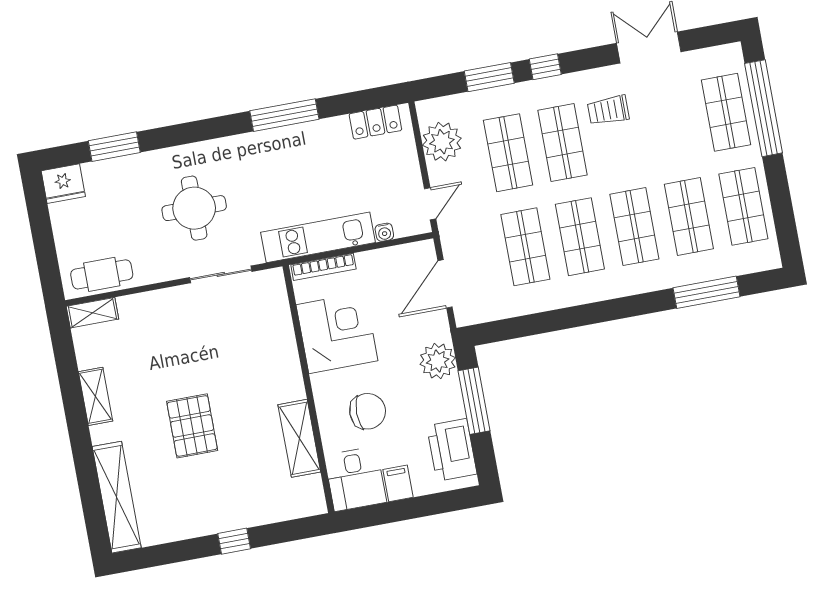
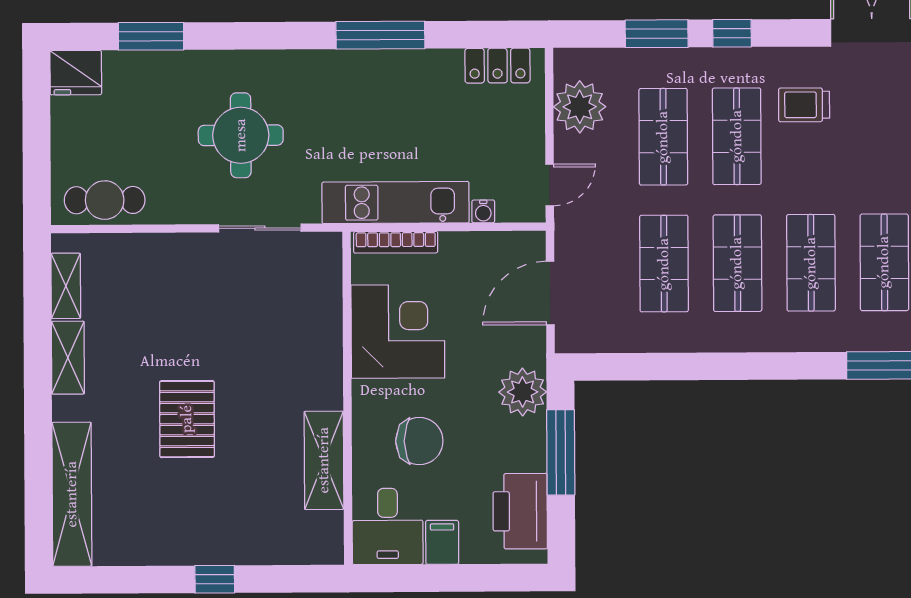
shelving: (92, 313) -> (66, 286), moved, turned 90

